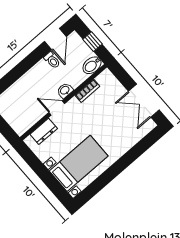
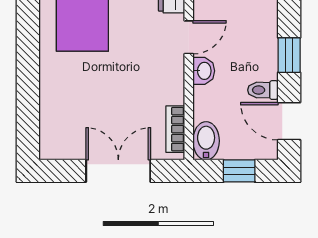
window: (29, 62) -> (289, 55), added
bookcase: (87, 91) -> (175, 129), moved
double door: (144, 101) -> (118, 171), moved

